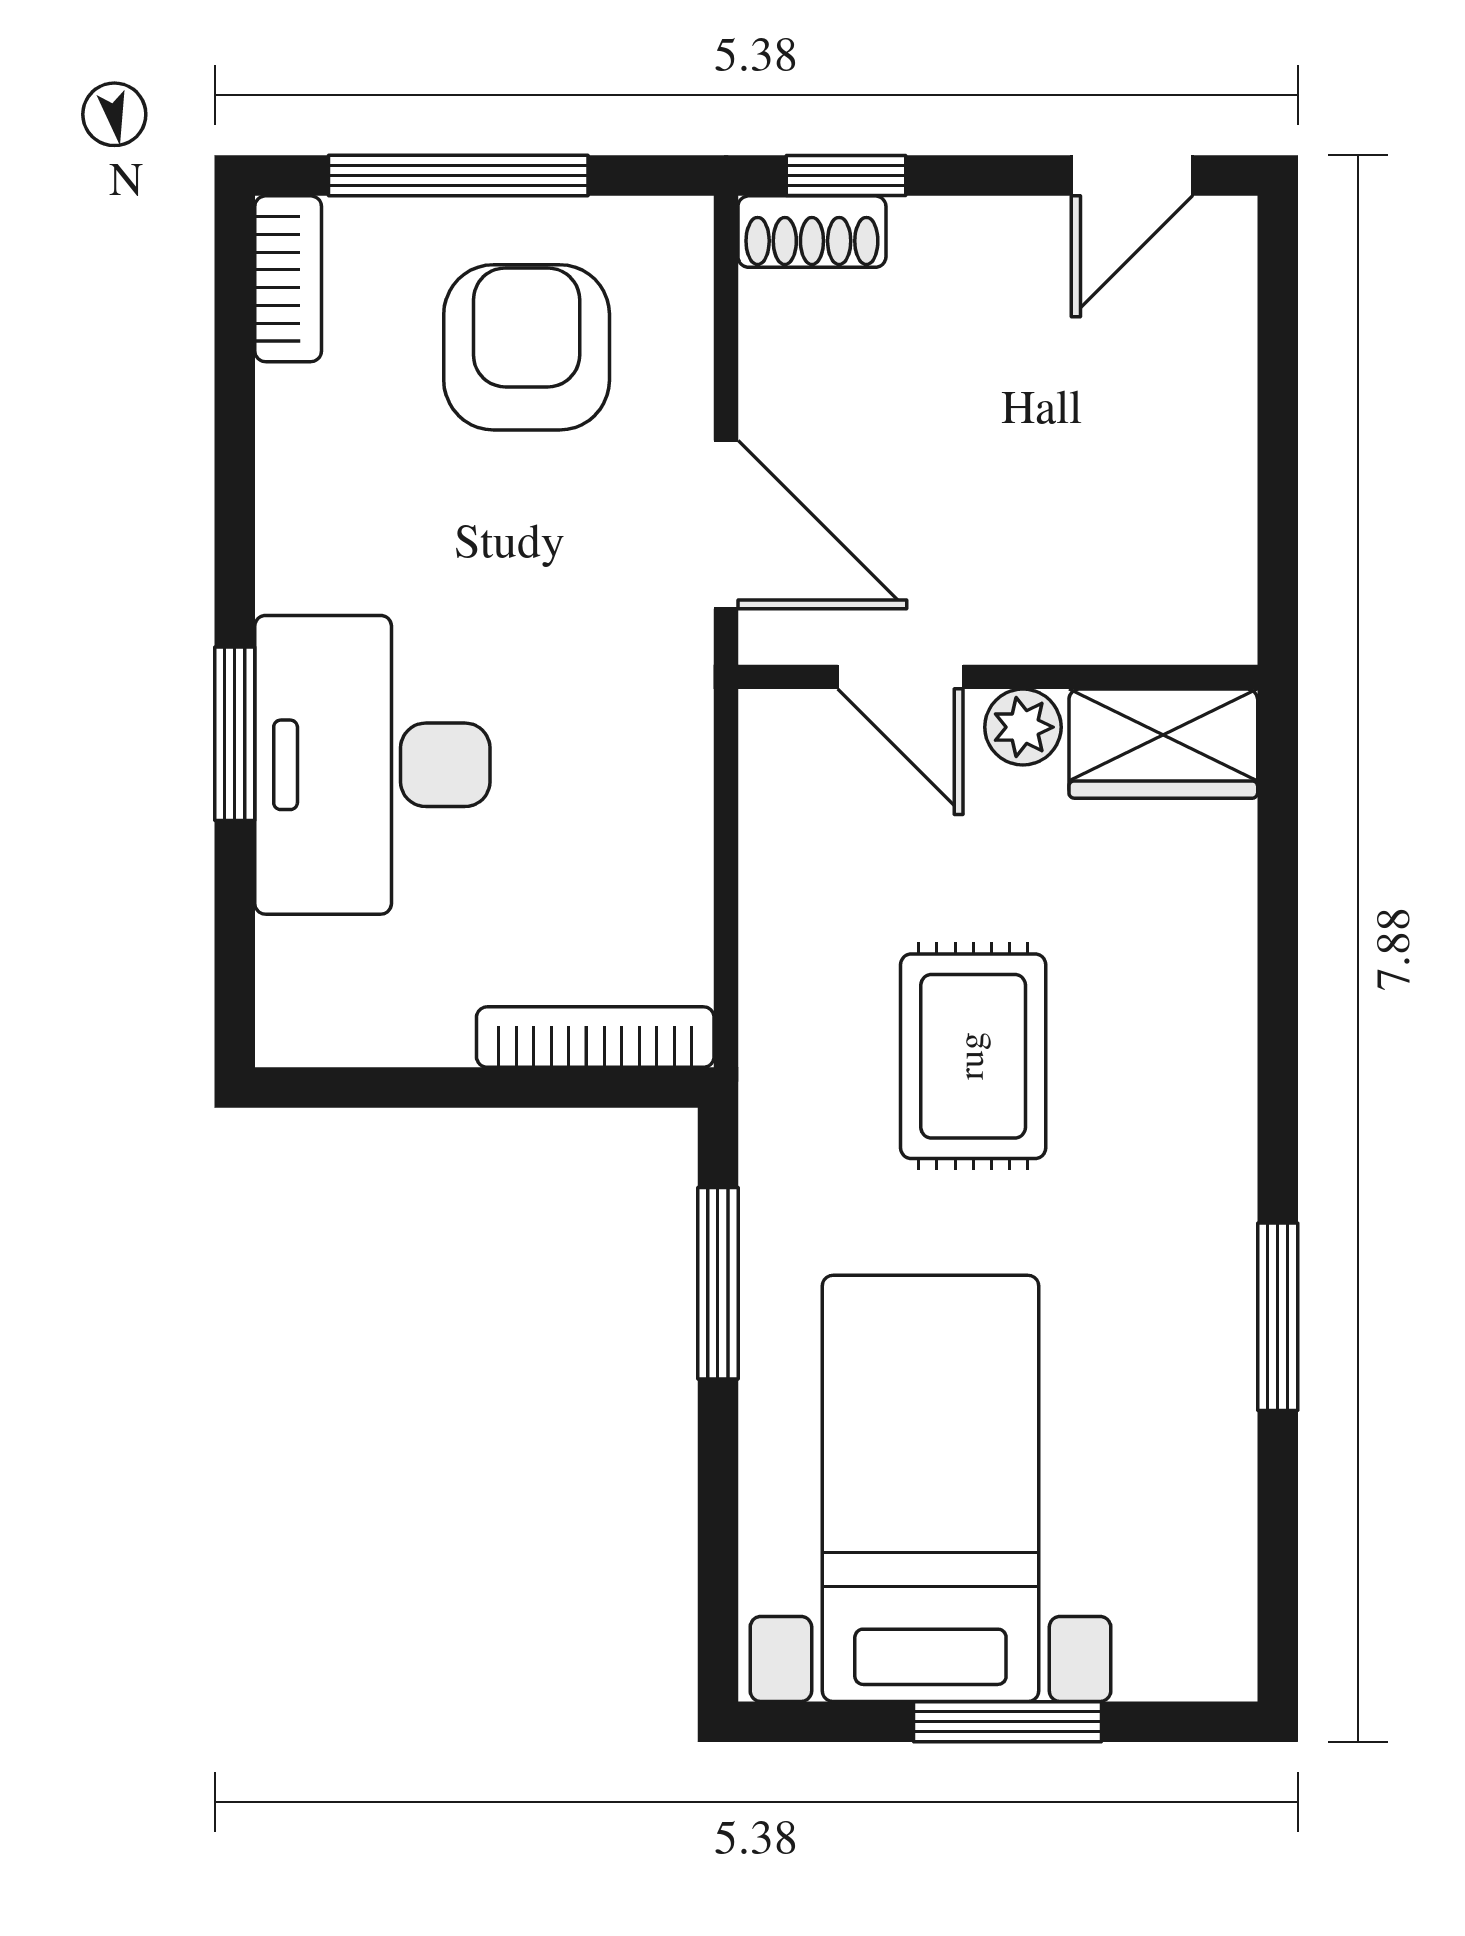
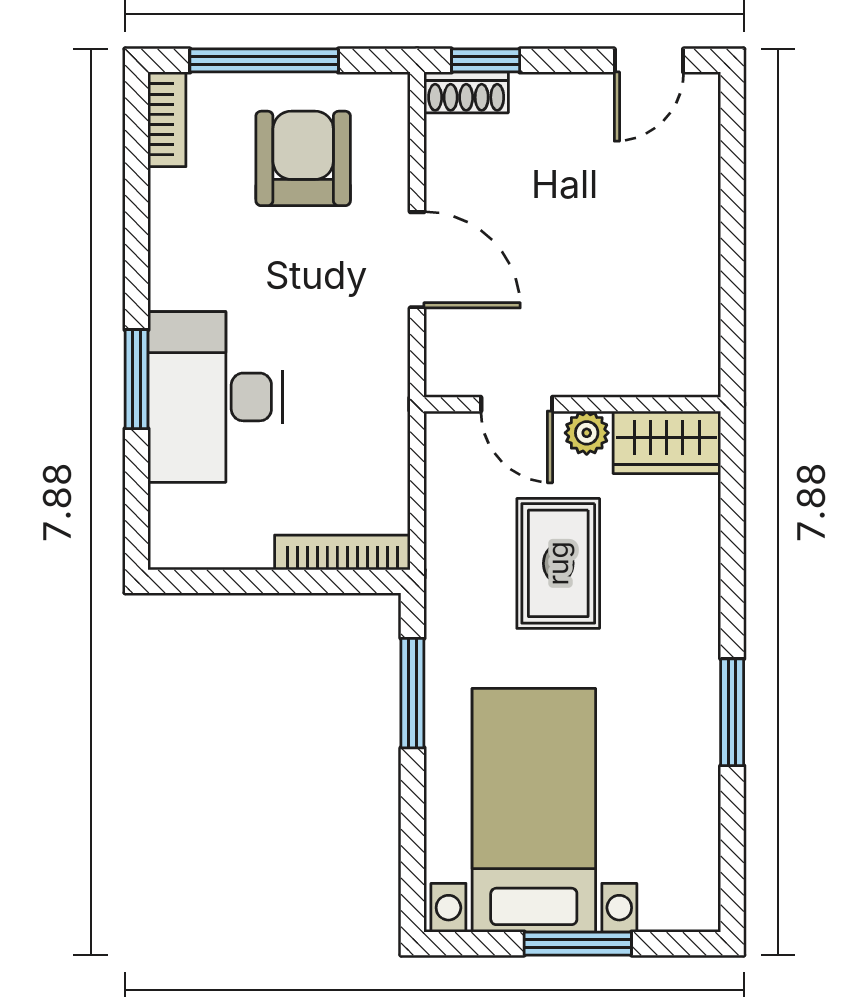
door: (900, 677) -> (517, 404), moved
wall: (998, 677) -> (572, 404), moved
plant: (1023, 727) -> (587, 433), moved
wardrobe: (1163, 744) -> (667, 442), moved

